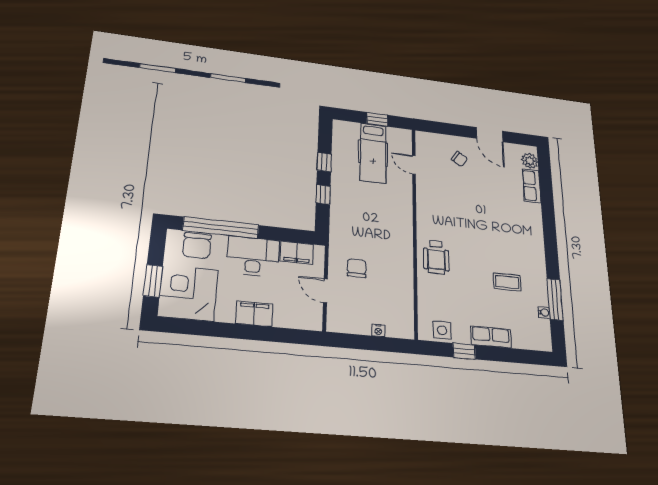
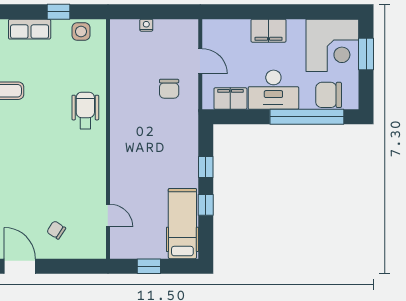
hospital bed: (373, 153) -> (182, 224), moved
chair: (197, 246) -> (329, 95), turned -90

